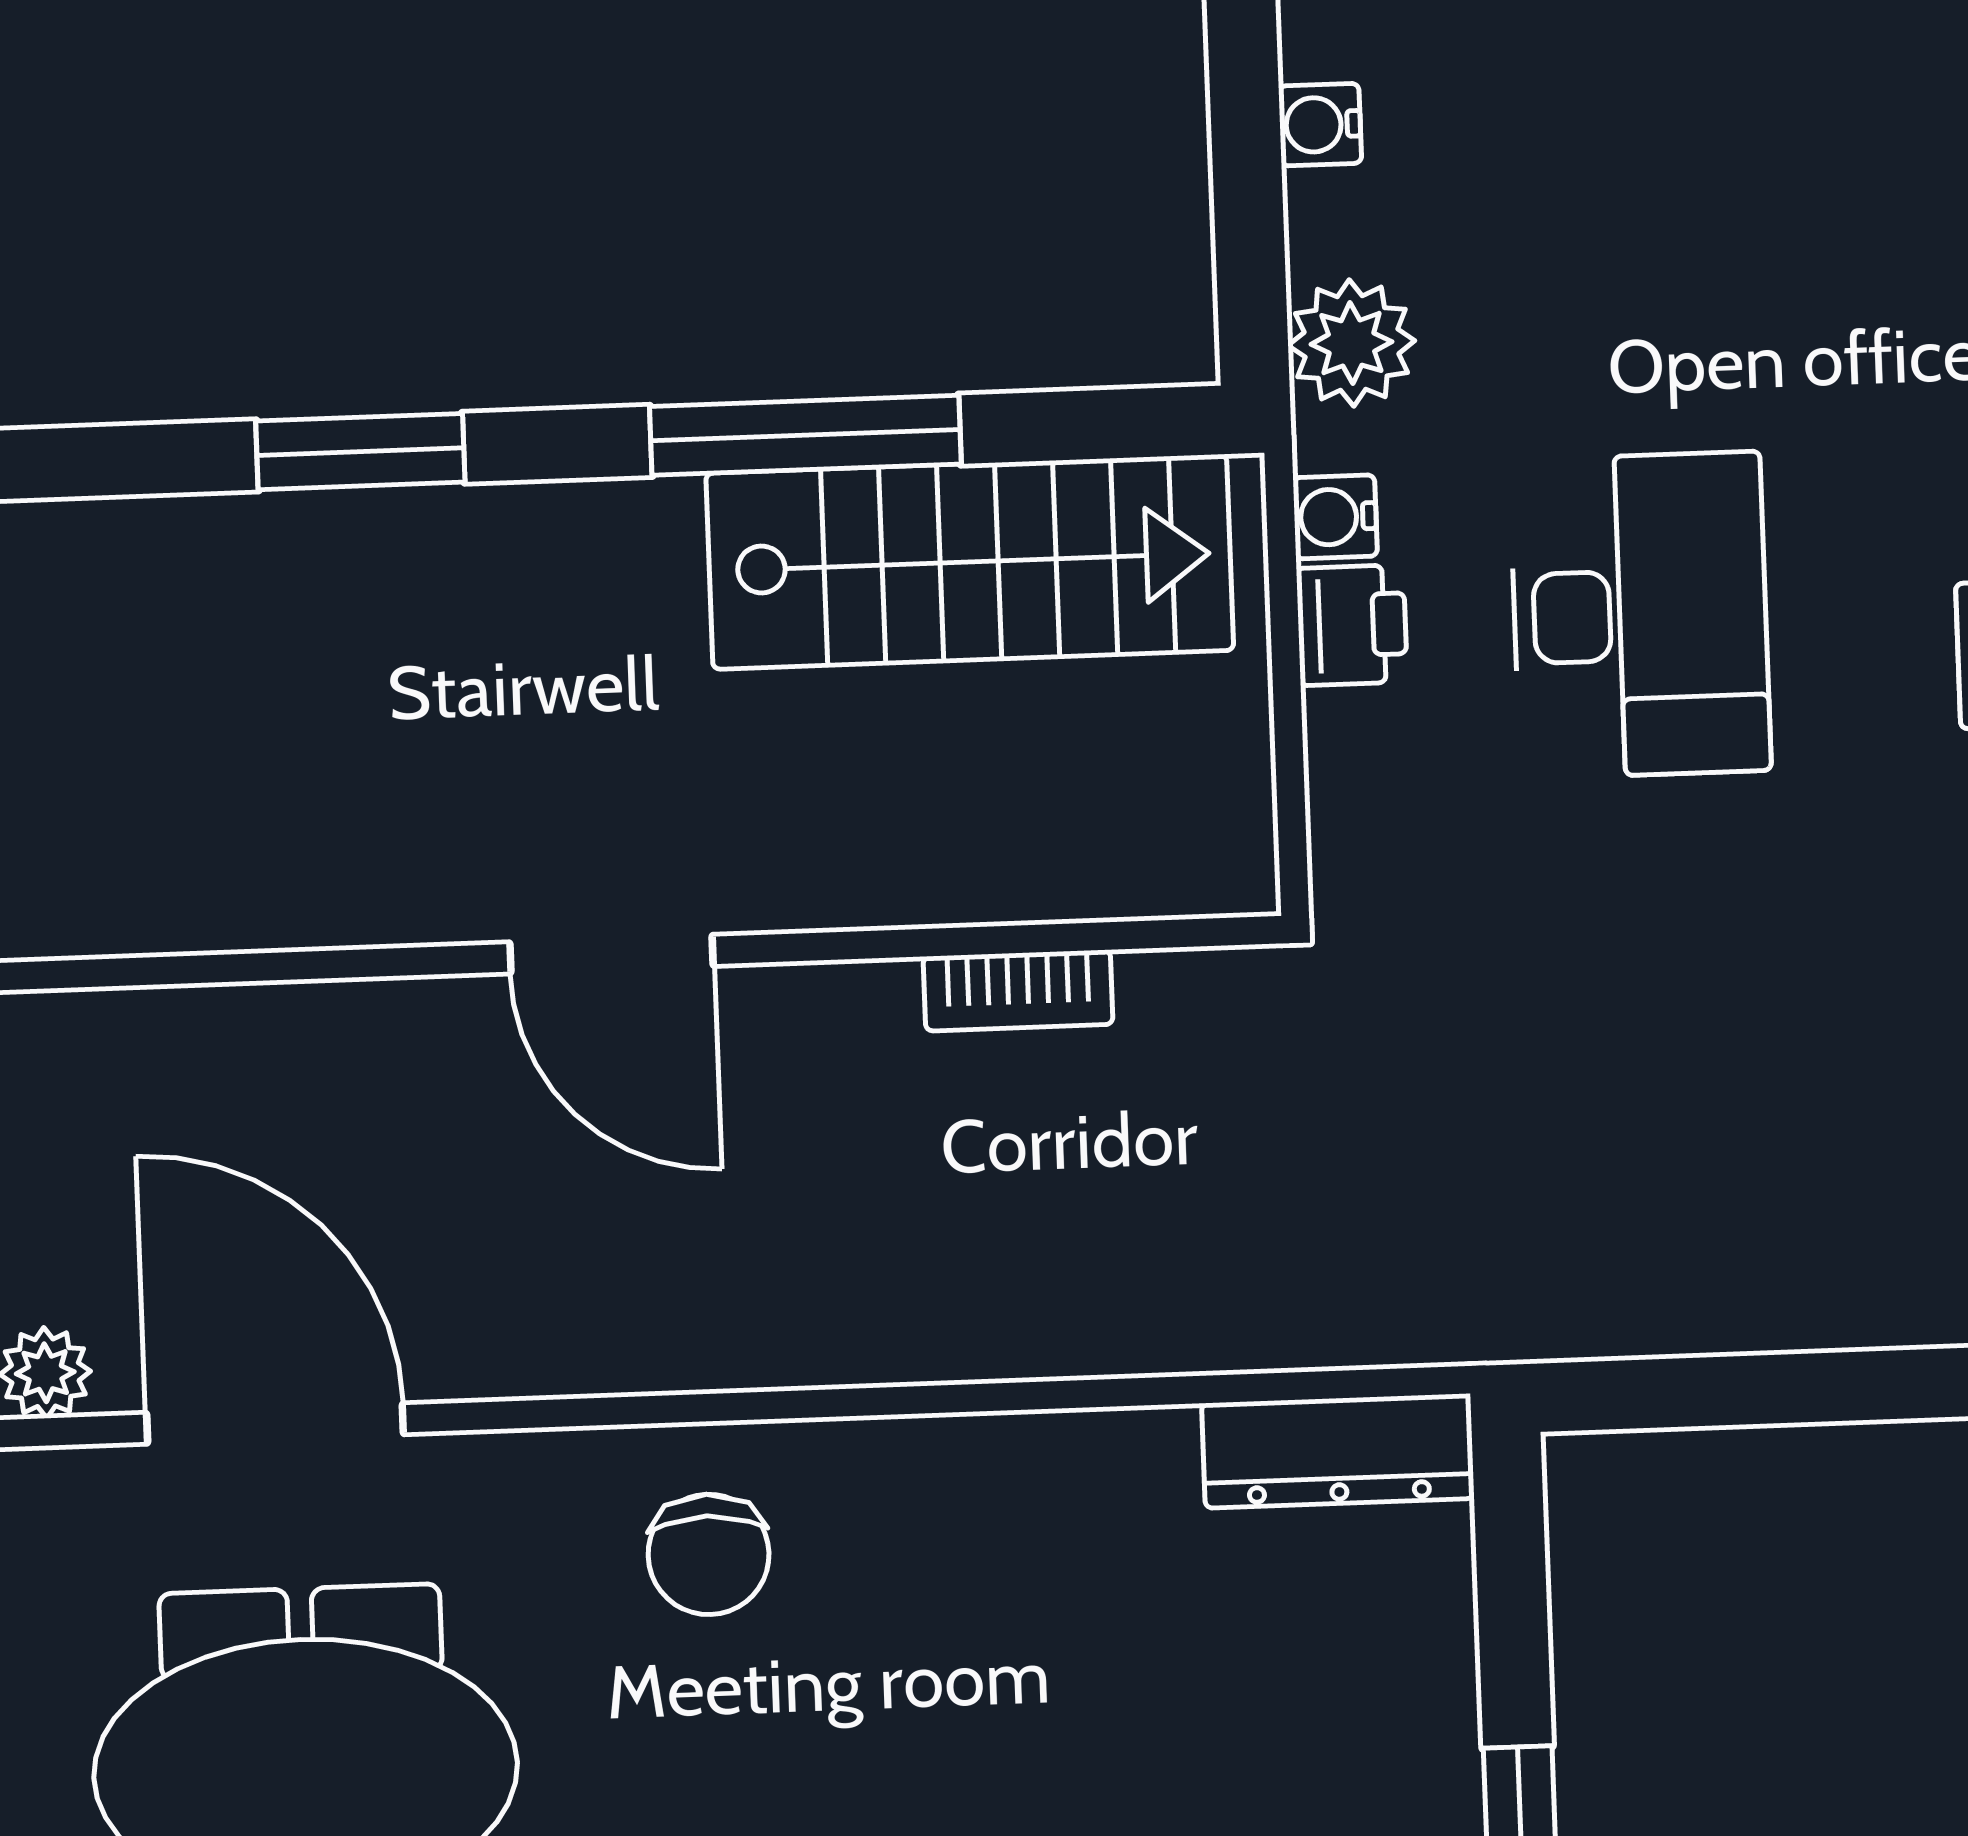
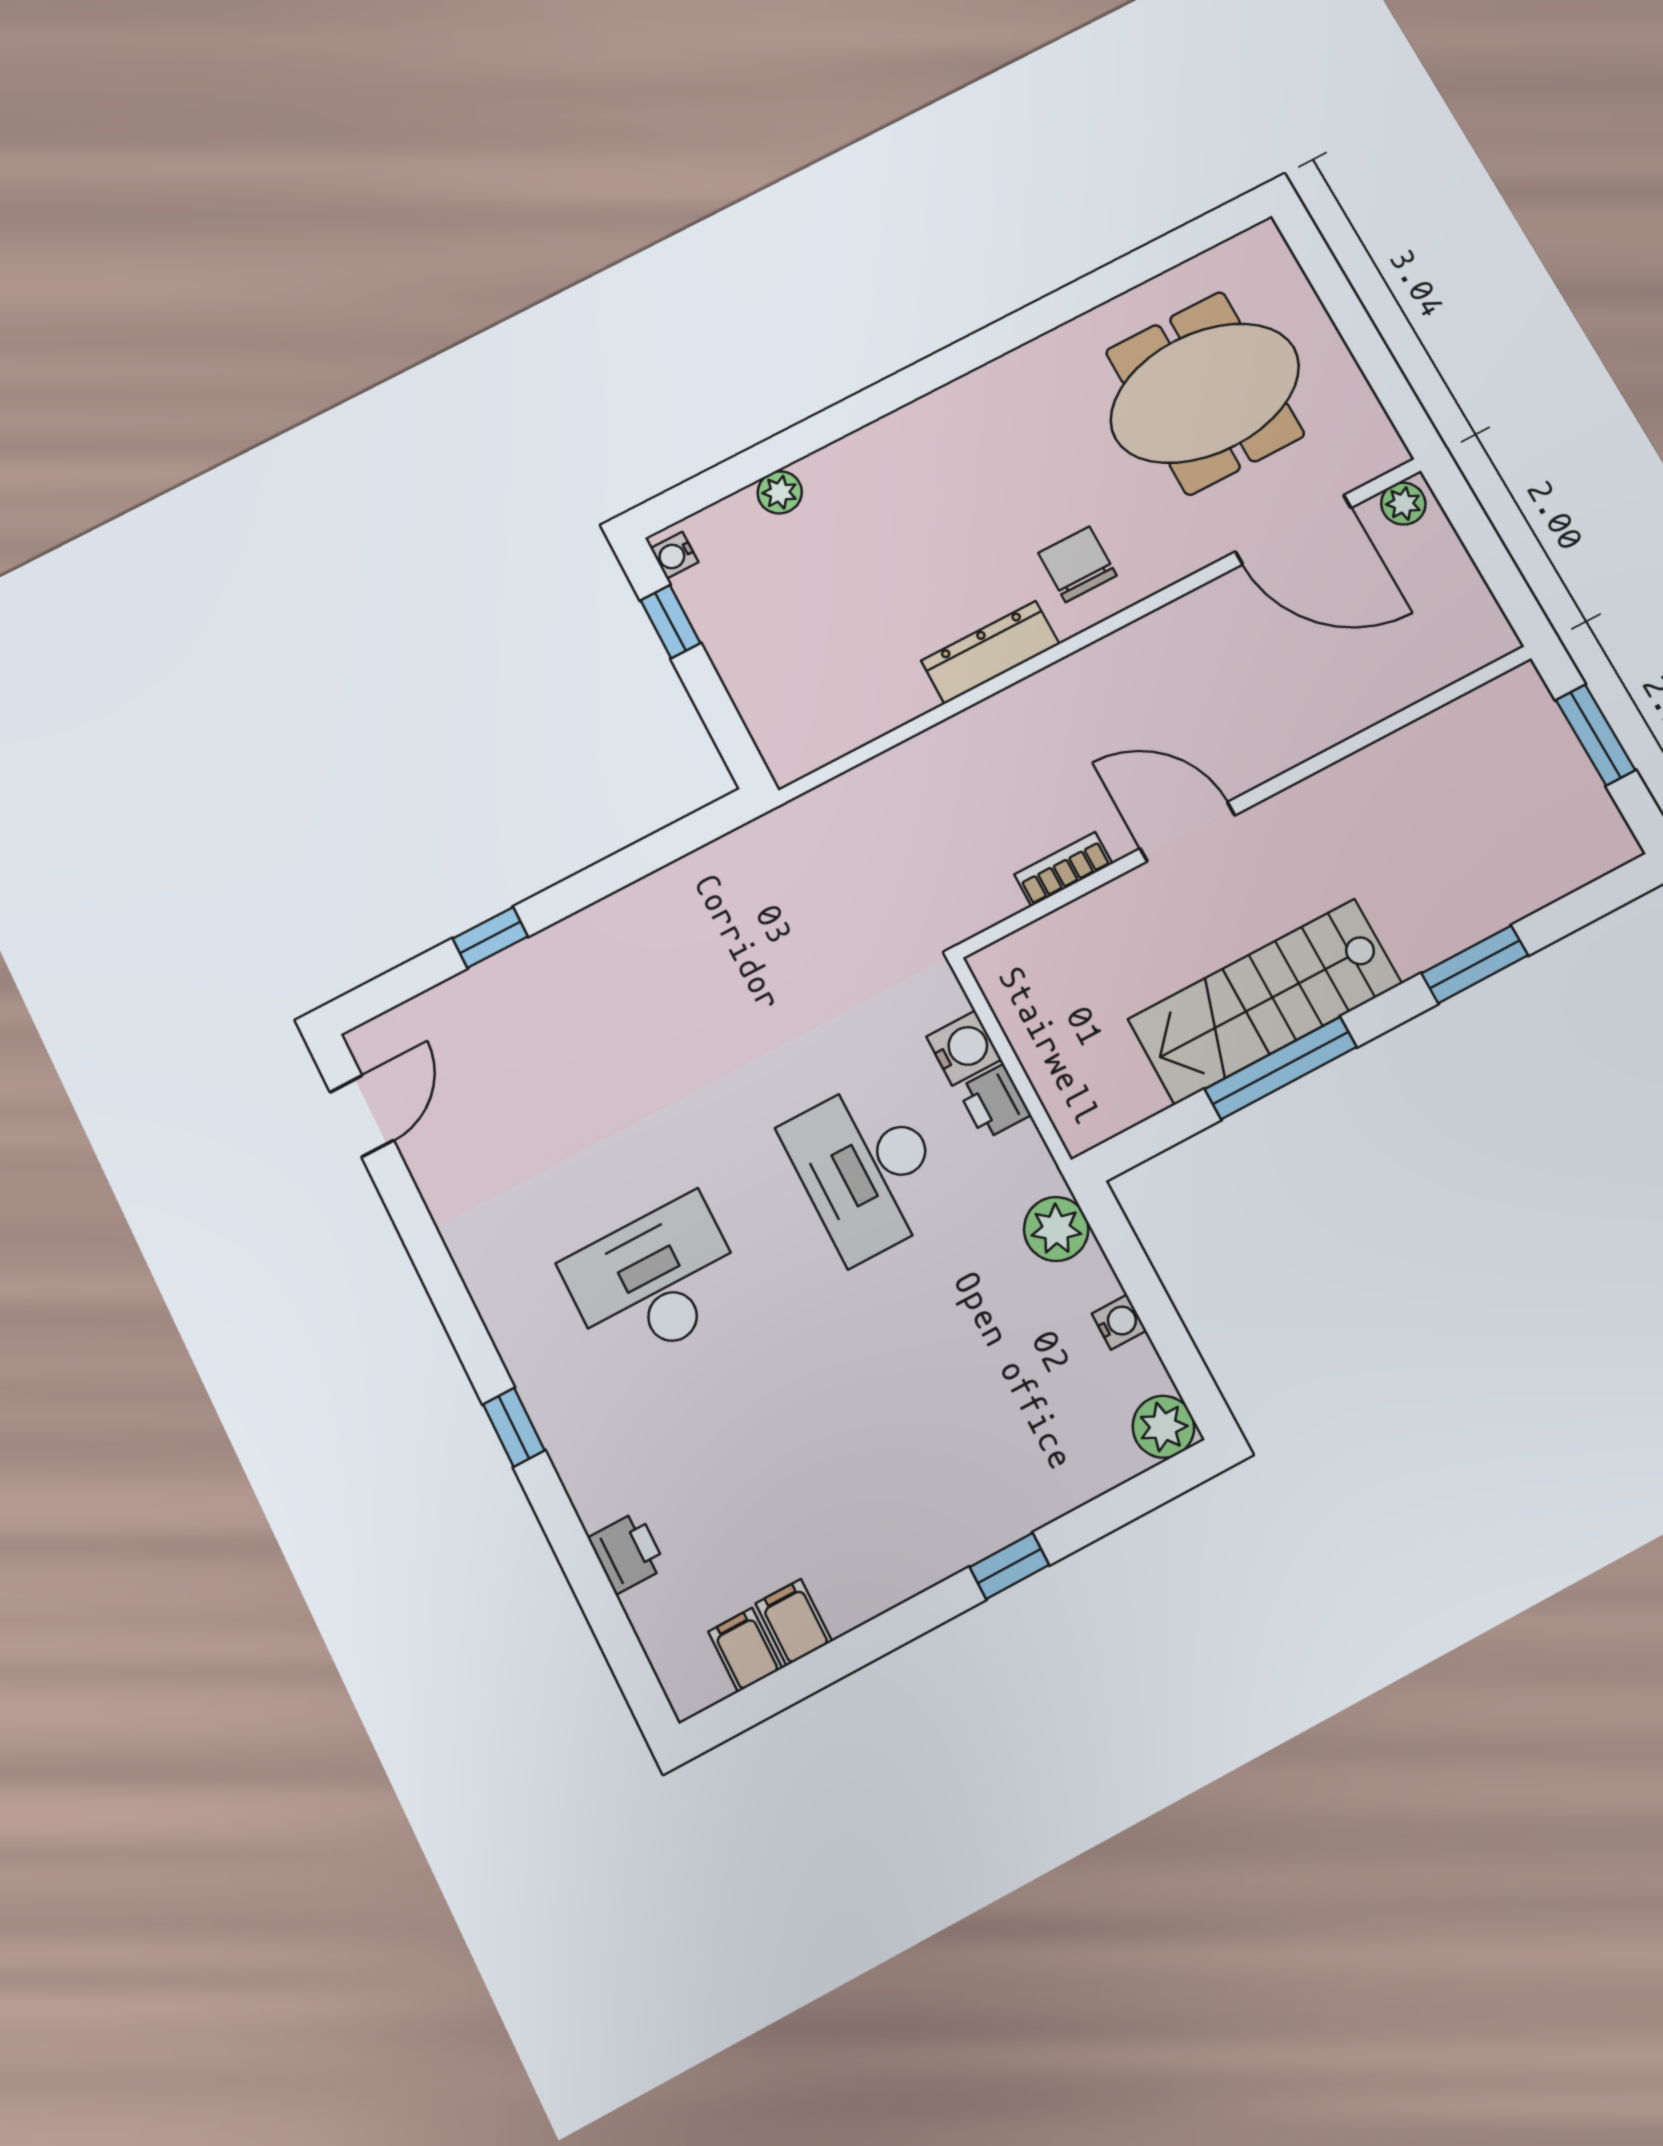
water cooler: (1335, 517) -> (964, 1048), moved, width x1.38, depth x1.38
stairs: (970, 562) -> (1265, 1001), moved
door: (611, 954) -> (1187, 832), moved
dresser: (1338, 1451) -> (990, 652), moved

